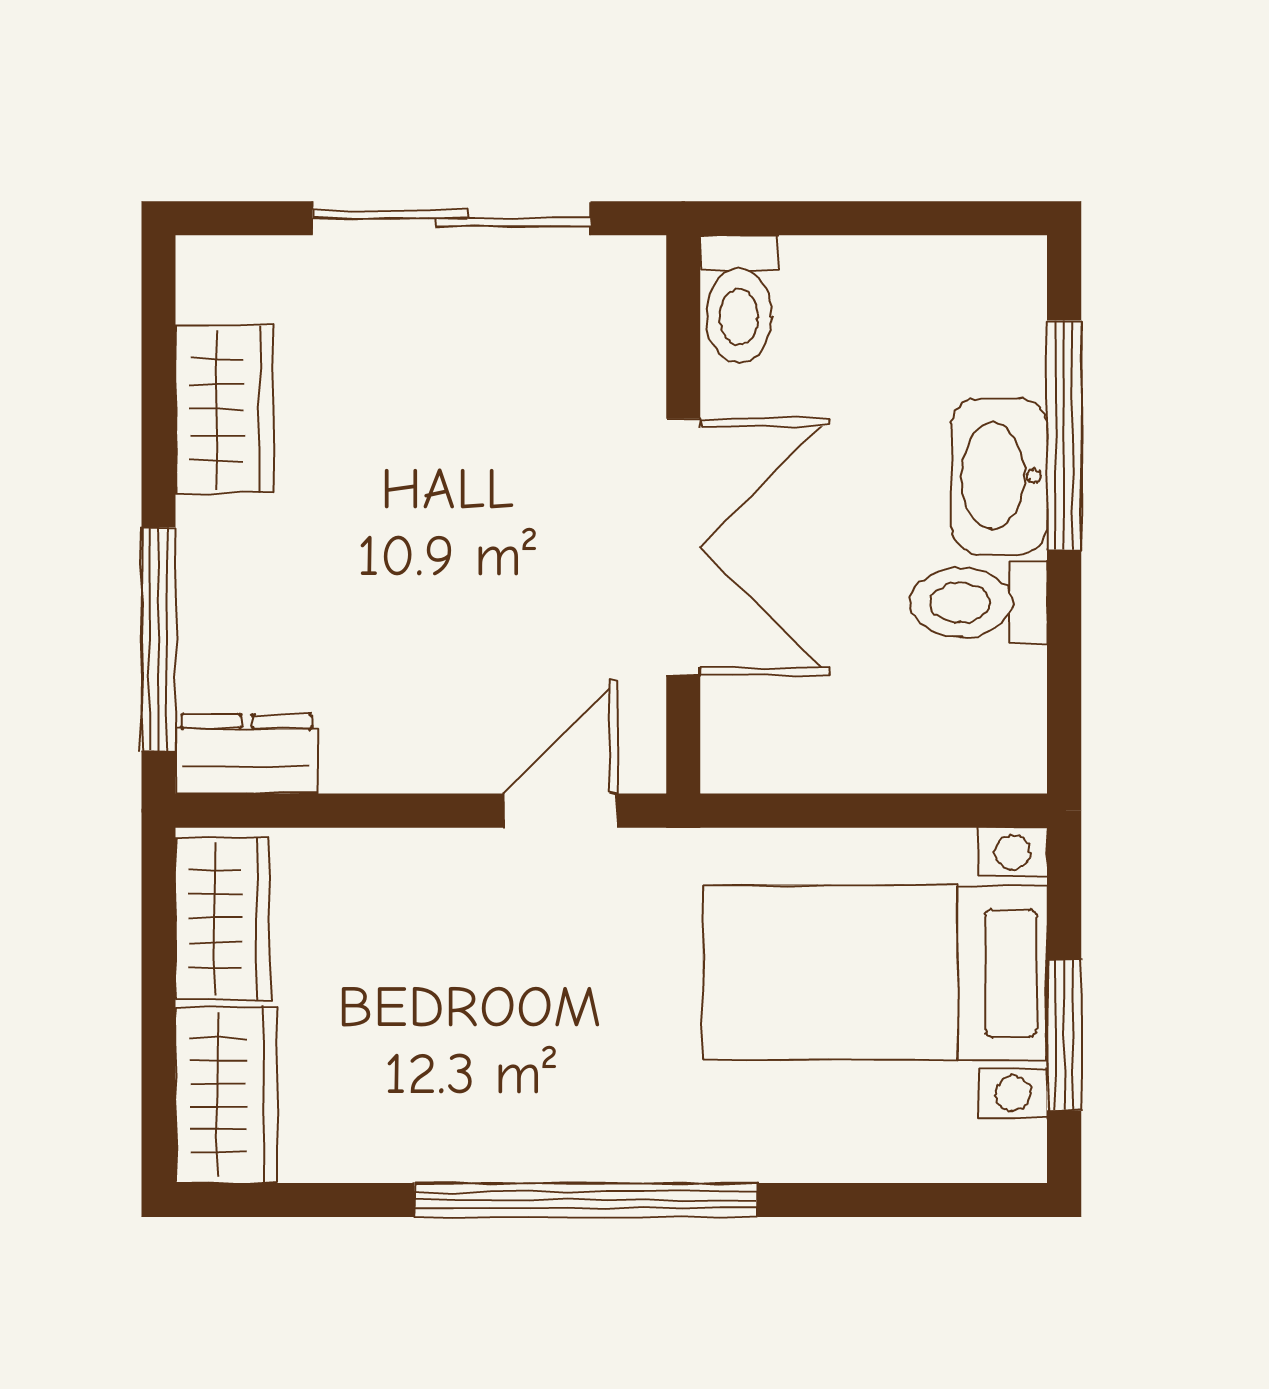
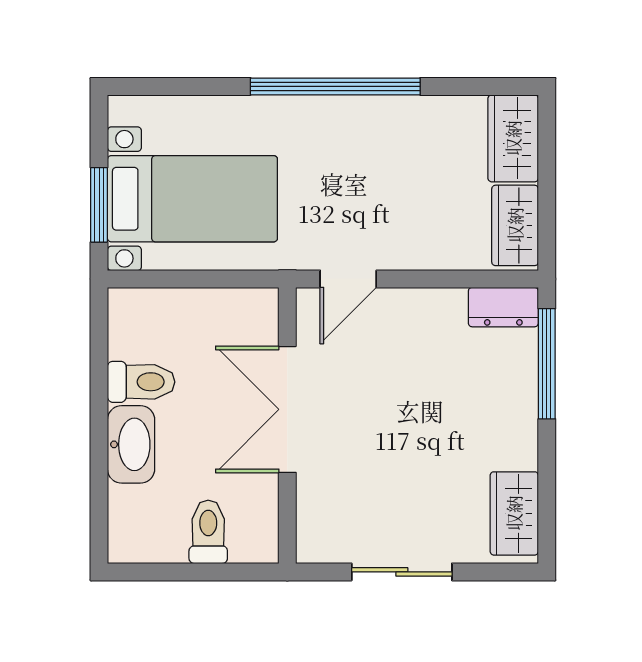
sliding door: (452, 218) -> (402, 572), width x0.73
toilet: (739, 299) -> (208, 532), moved
wardrobe: (224, 409) -> (514, 513), moved
window: (1064, 436) -> (99, 464), removed
window: (1064, 1035) -> (99, 205), moved

